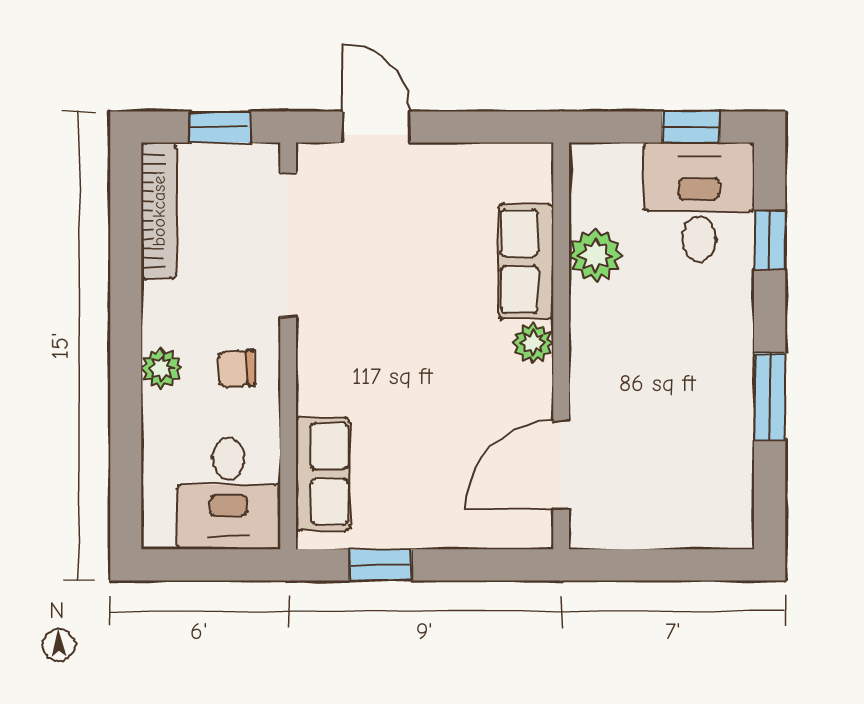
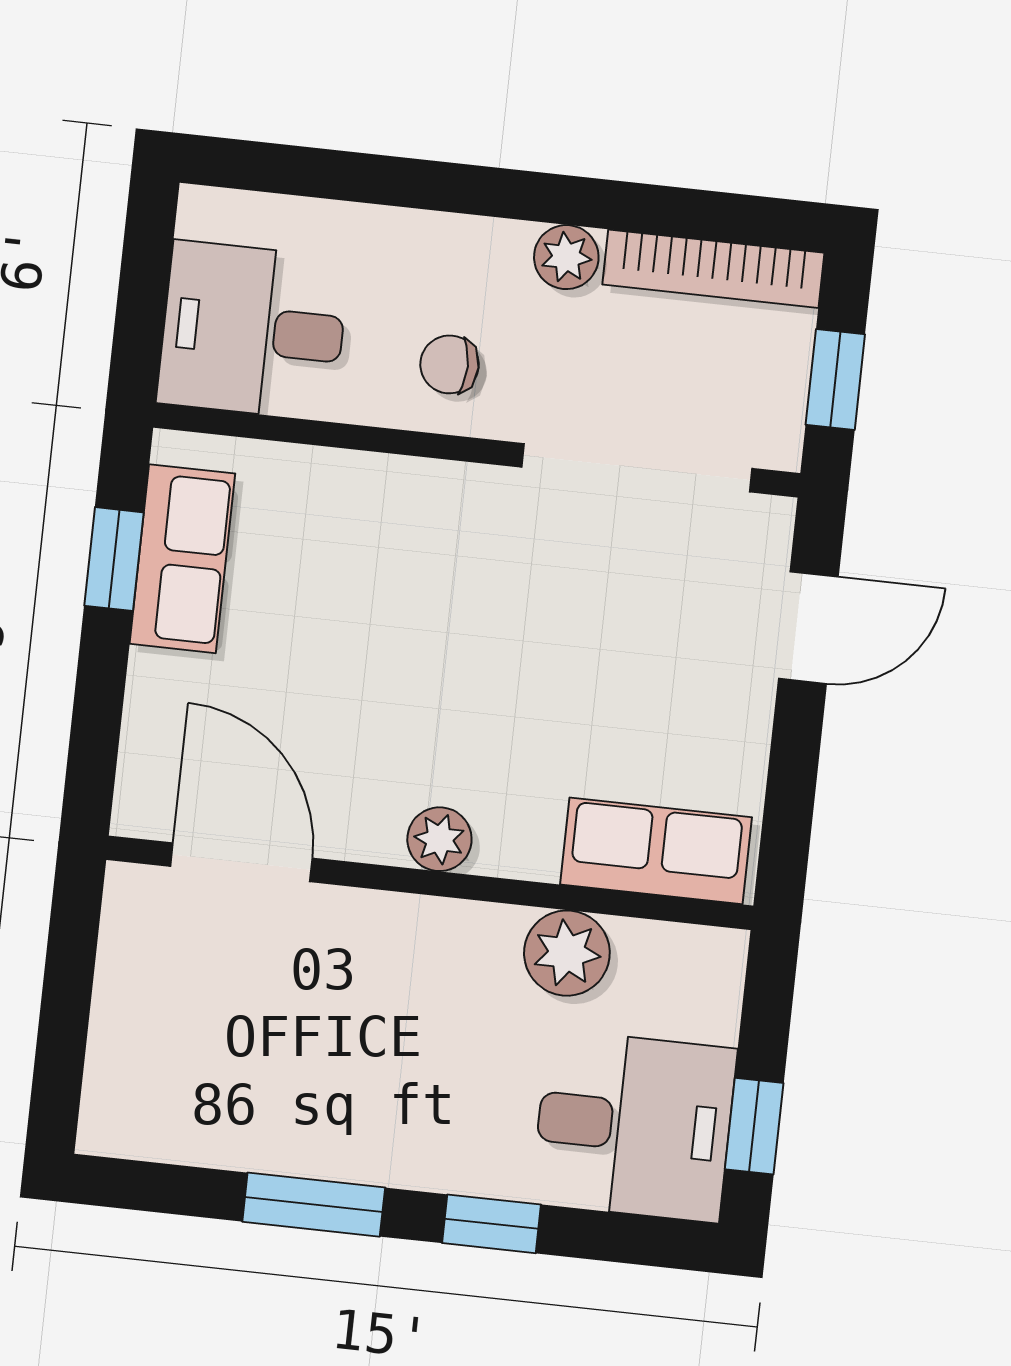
window: (770, 240) -> (492, 1224), moved
row of seats: (526, 261) -> (656, 851), moved
plant: (161, 369) -> (566, 257), moved
chair: (236, 369) -> (450, 364), turned -85
row of seats: (323, 474) -> (182, 559), moved, turned -90

